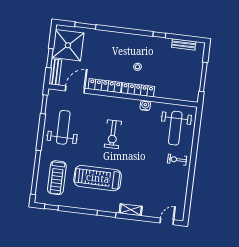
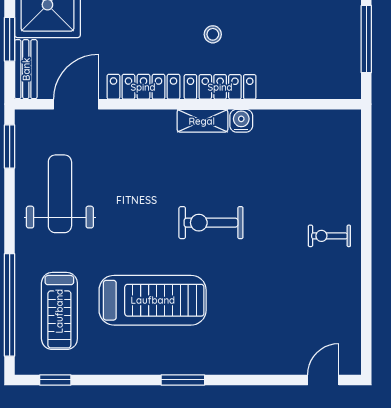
weight bench: (175, 128) -> (316, 164), removed
exercise bike: (113, 134) -> (211, 223), moved, turned 90
treadmill: (98, 178) -> (153, 300), turned 180
shelving: (131, 210) -> (202, 121), moved

